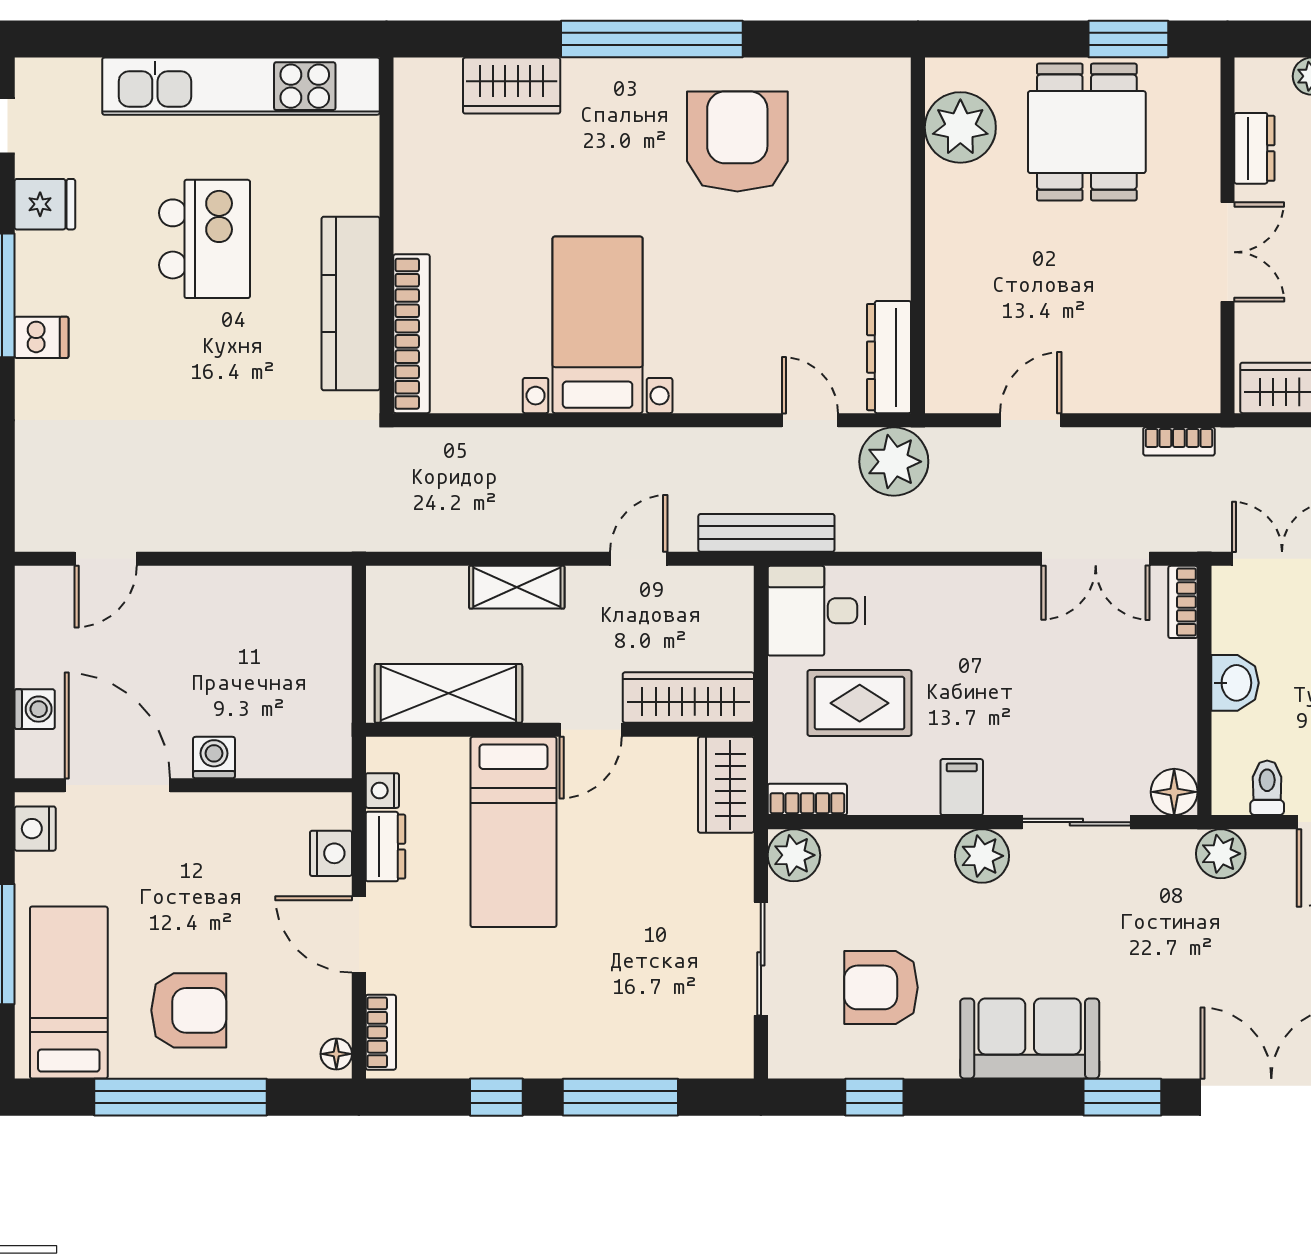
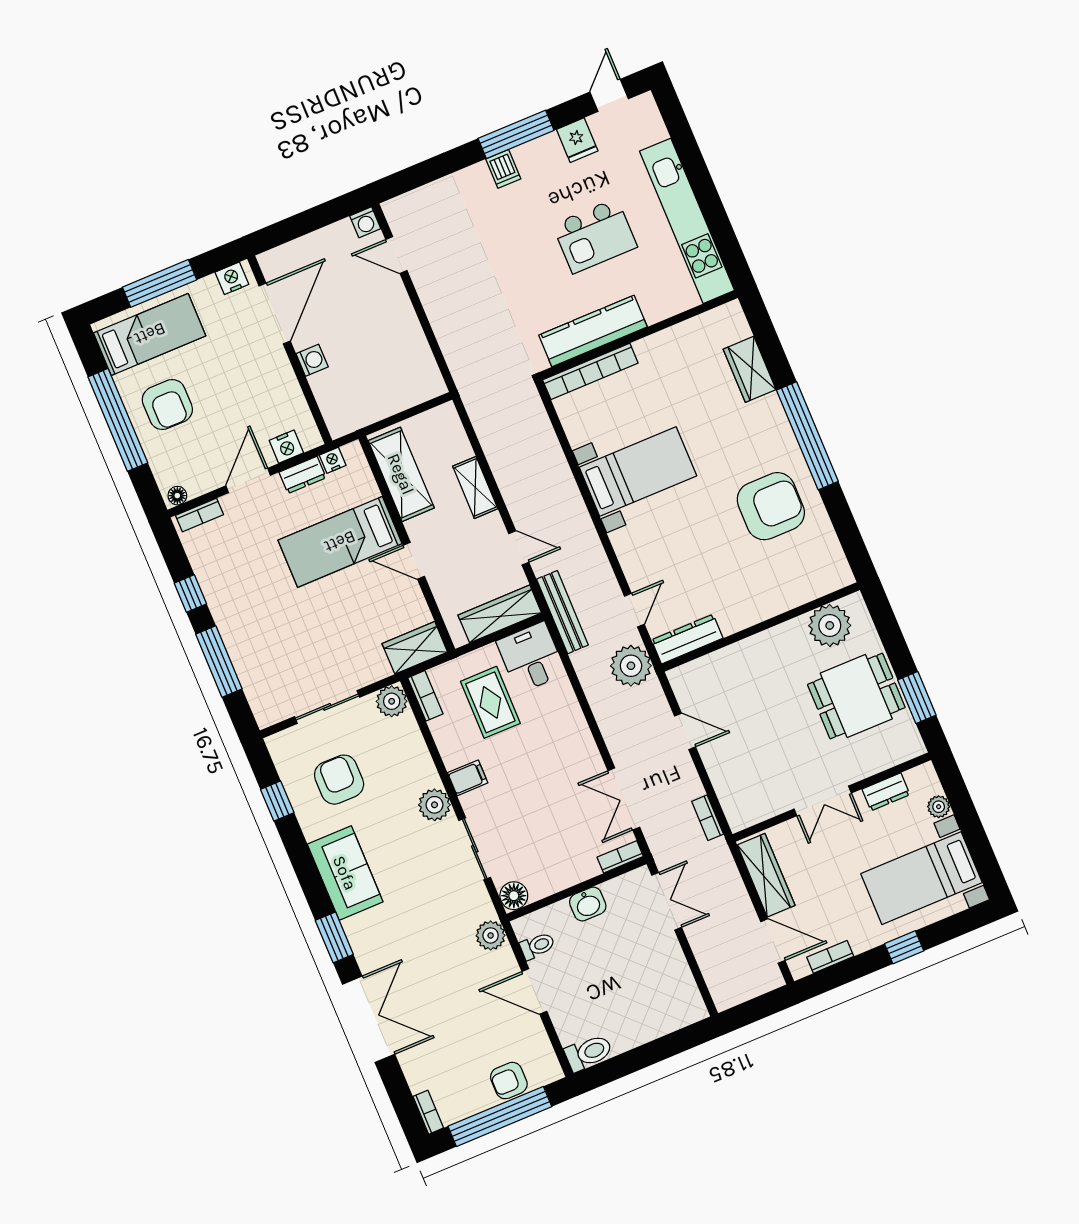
wardrobe: (688, 697) -> (500, 614), moved, turned -90
washing machine: (35, 709) -> (365, 222), moved

